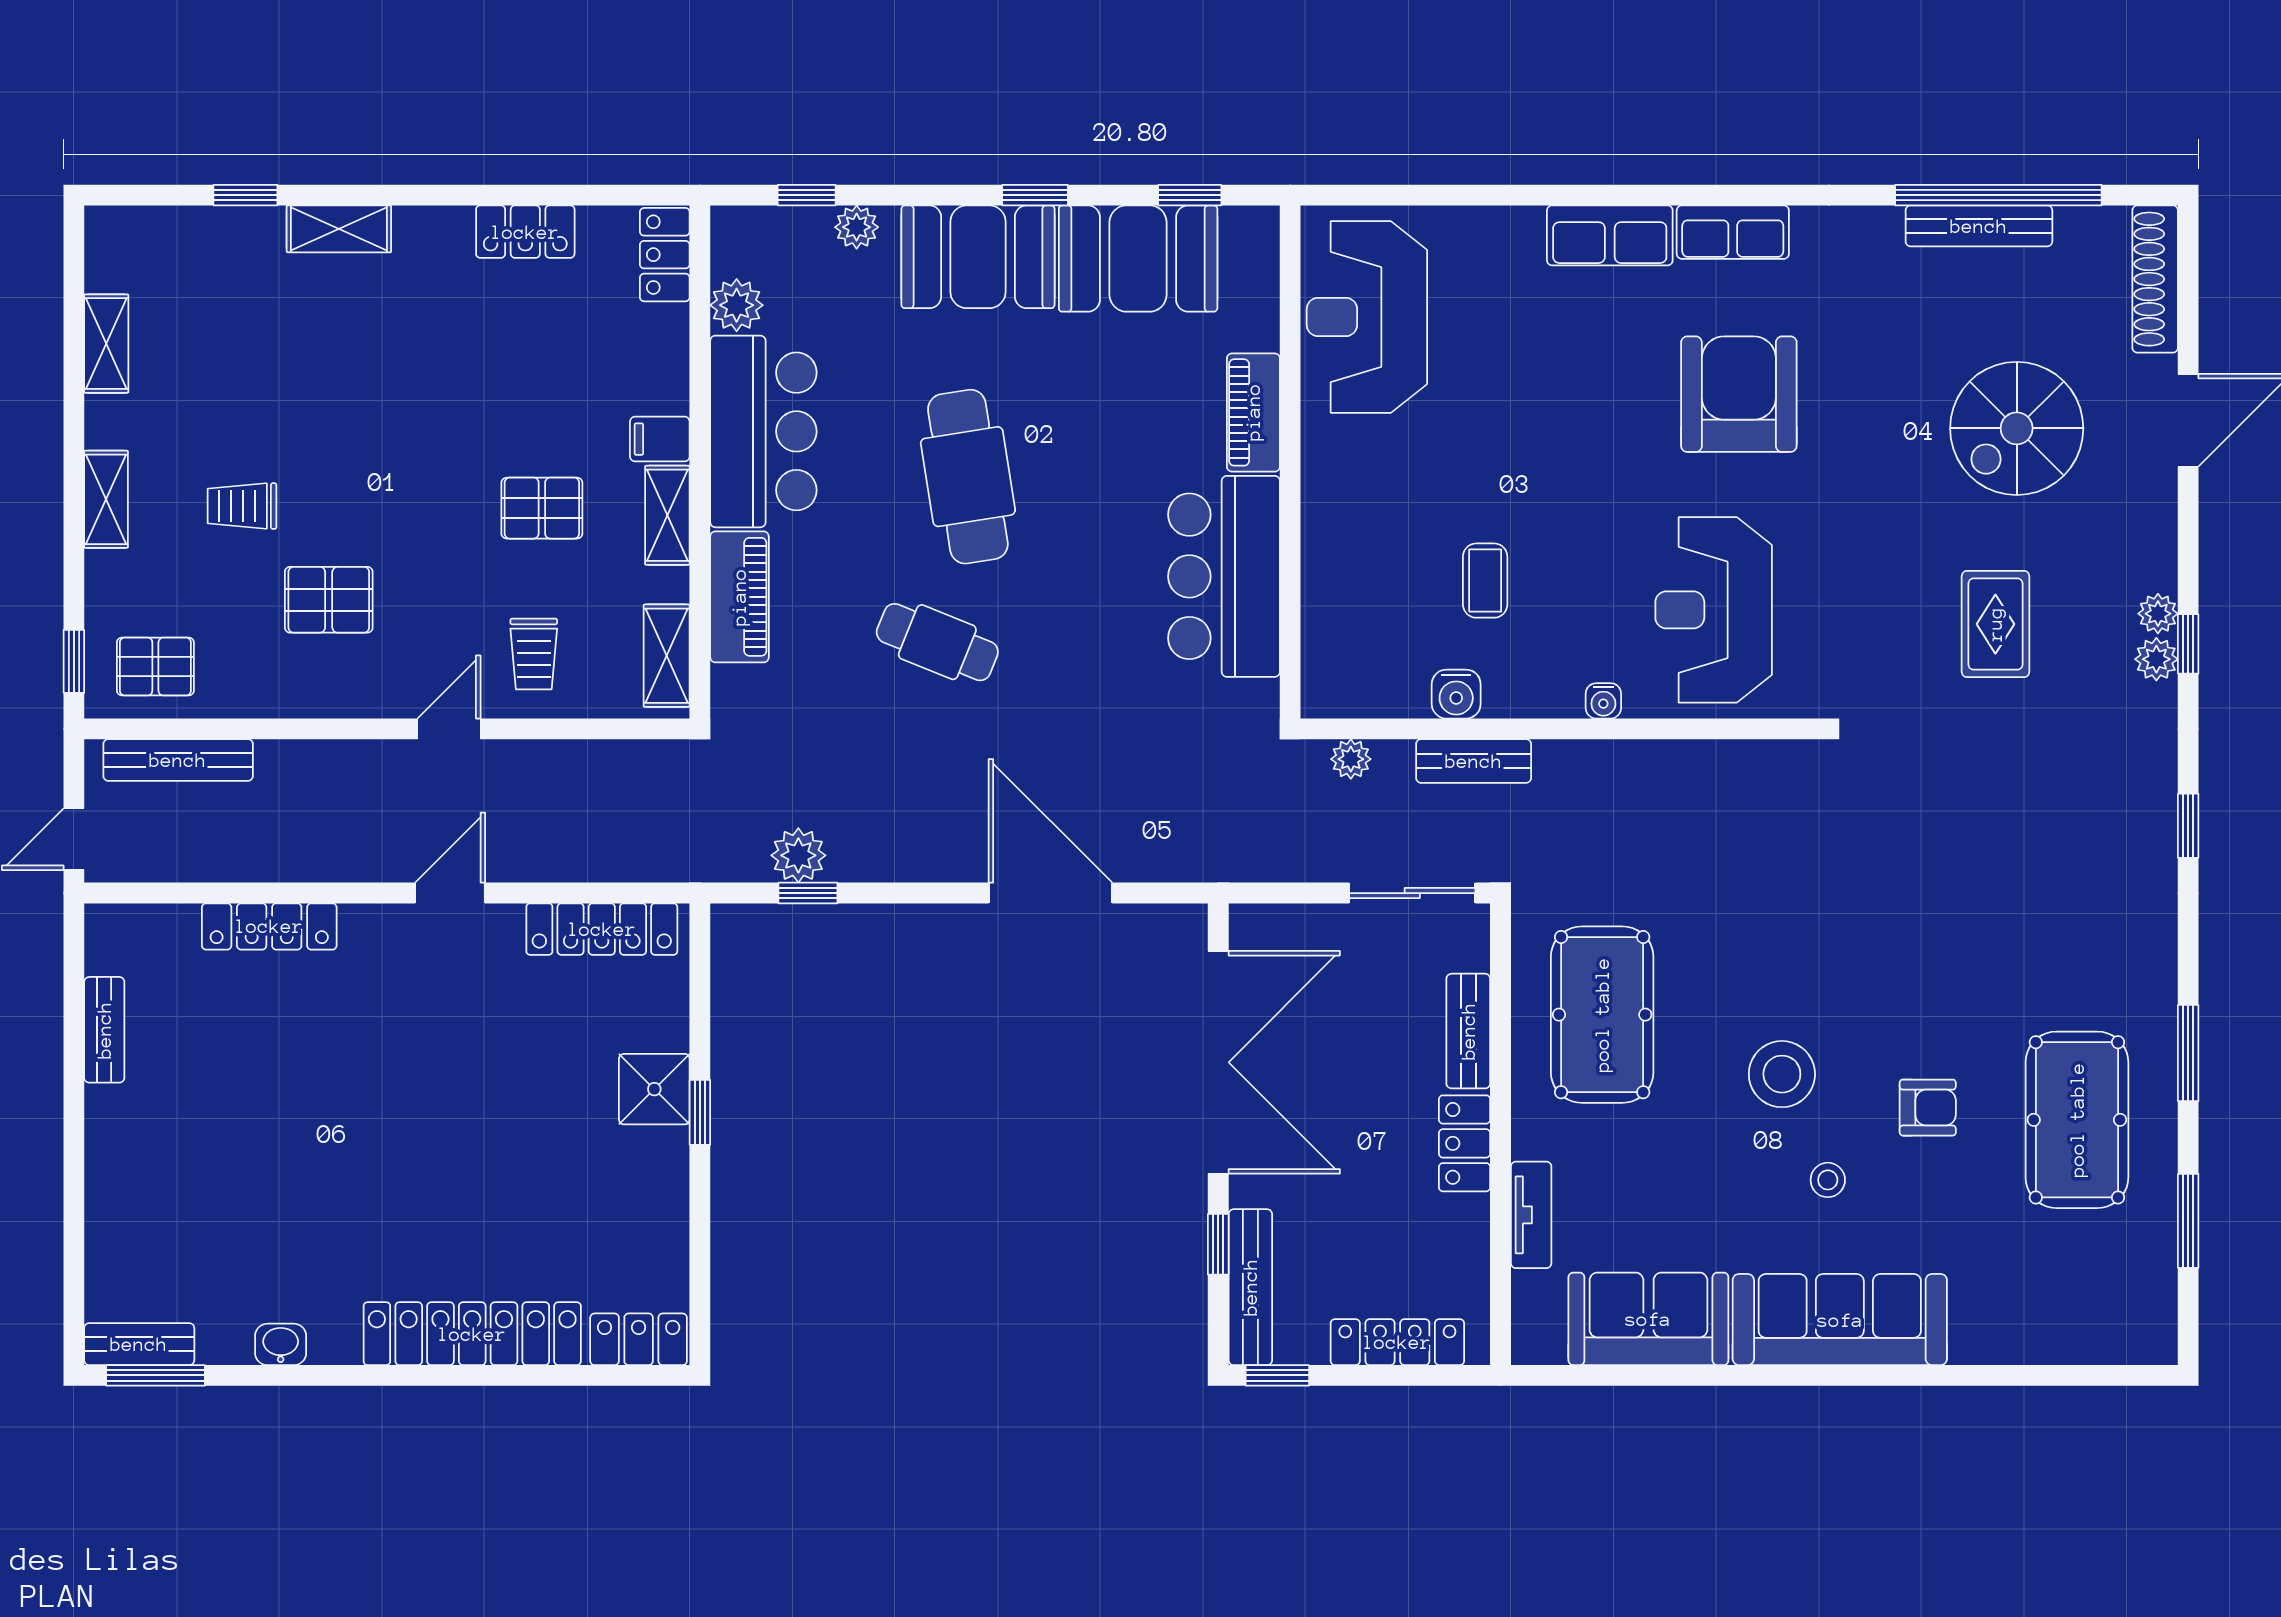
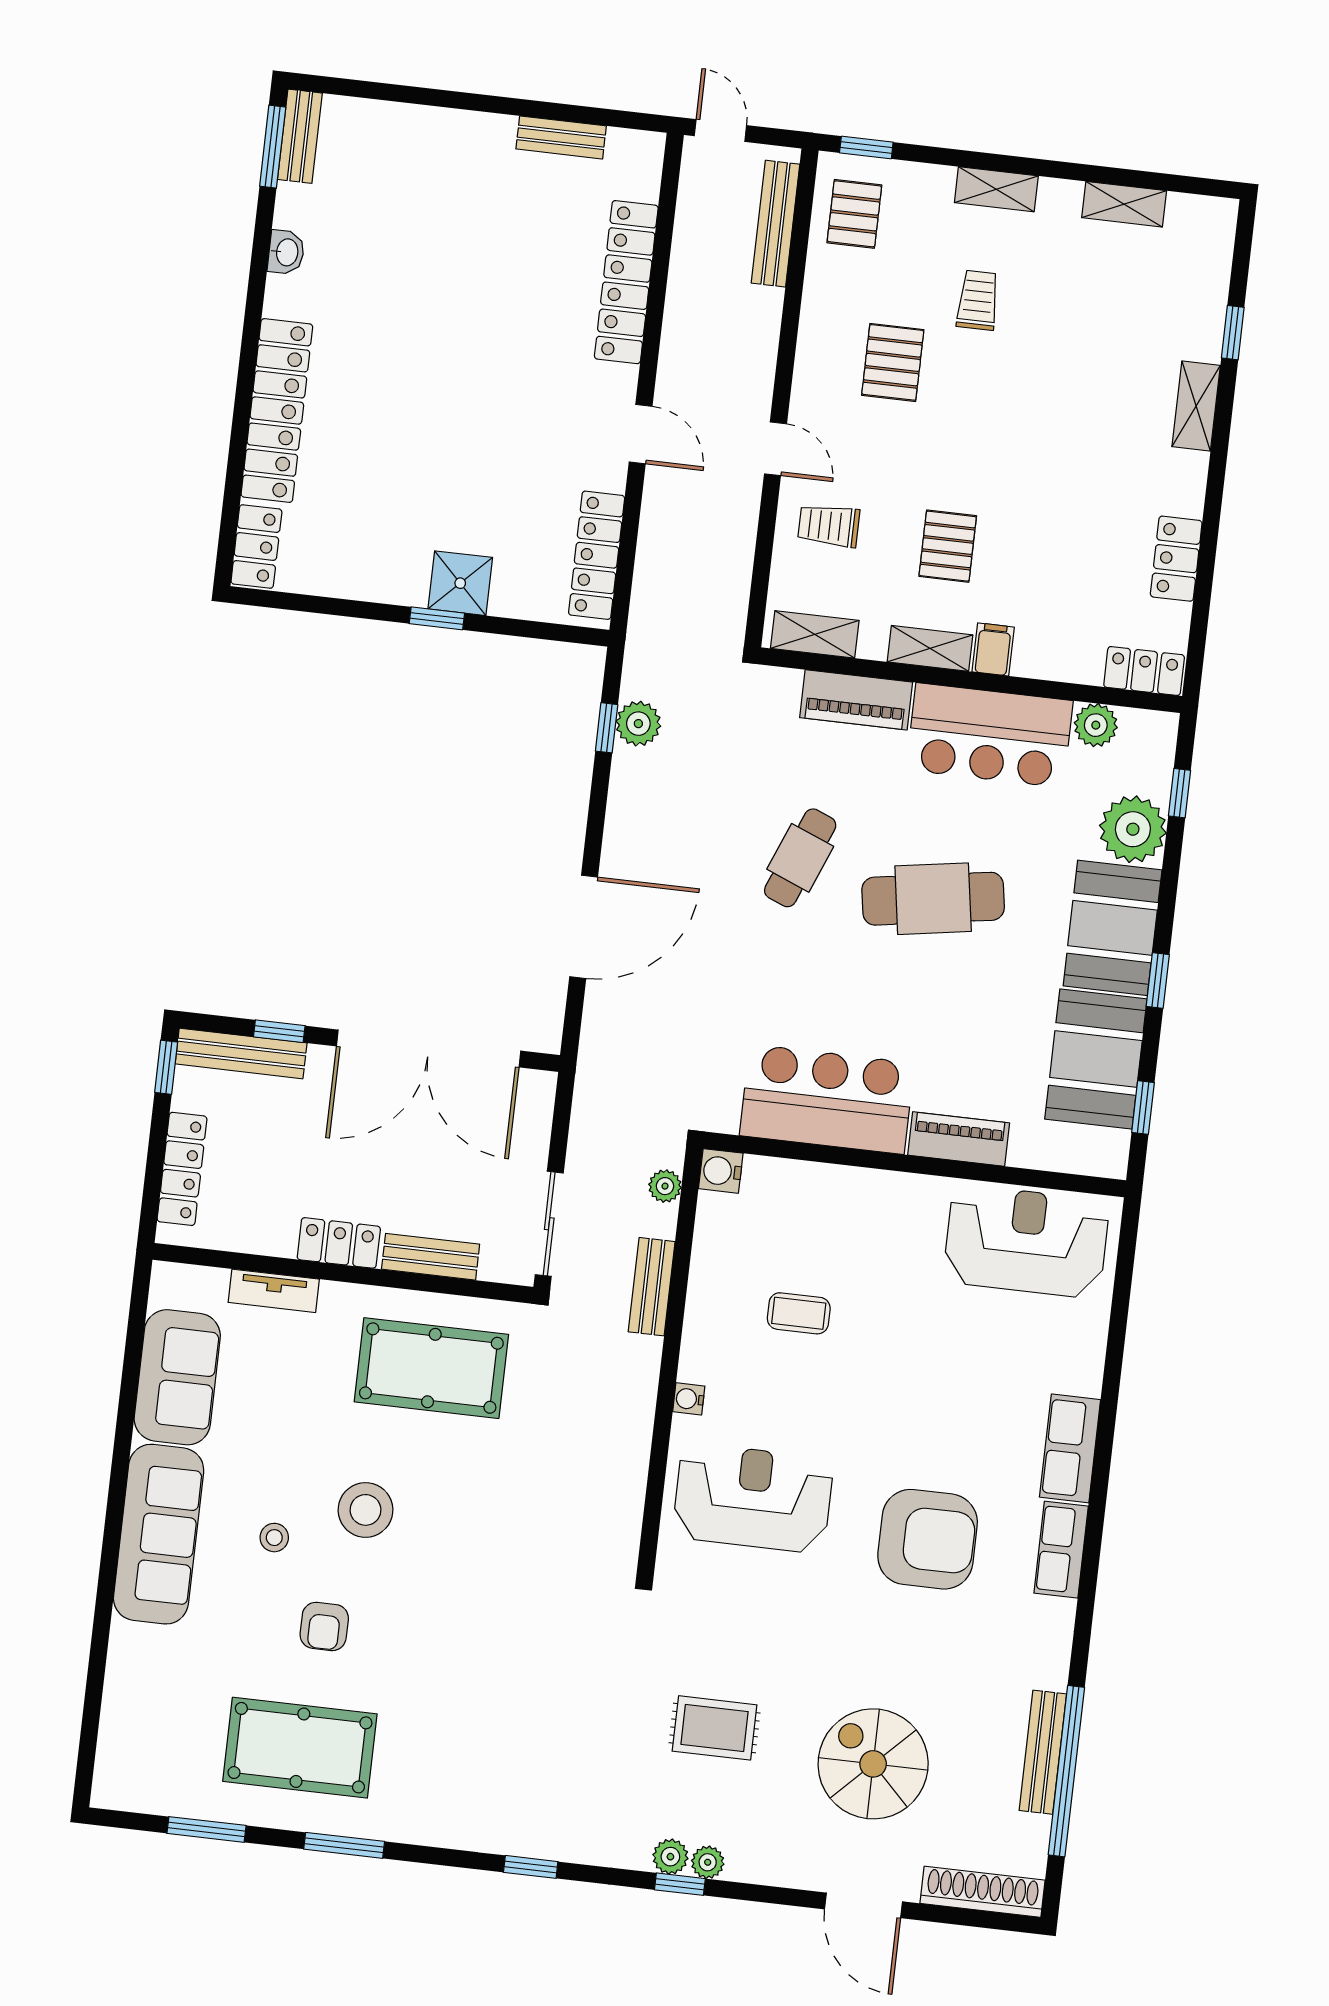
plant: (857, 227) -> (1133, 829), width x1.88, depth x1.88
water cooler: (1456, 694) -> (721, 1171), moved
locker: (269, 926) -> (626, 282), width x1.41, depth x1.21

